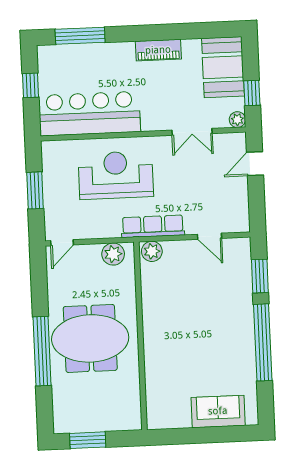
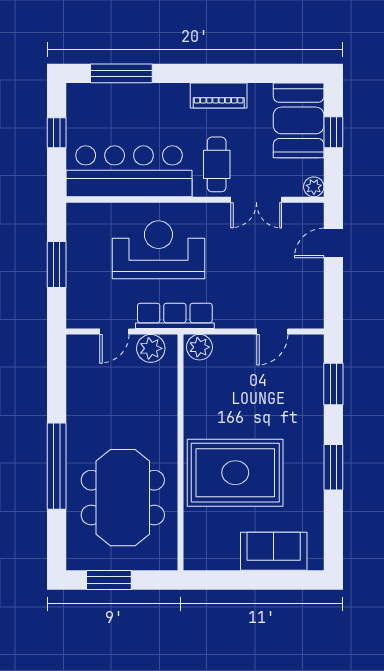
window: (252, 93) -> (333, 132), moved
cafe table: (159, 105) -> (217, 164), added
row of seats: (153, 226) -> (175, 316), moved
door: (209, 236) -> (272, 331), hinge flipped
door: (62, 243) -> (114, 331), moved
meeting table: (90, 338) -> (123, 498), moved, turned 90
window: (263, 342) -> (333, 467), width x0.47
rug: (185, 350) -> (235, 473), added

